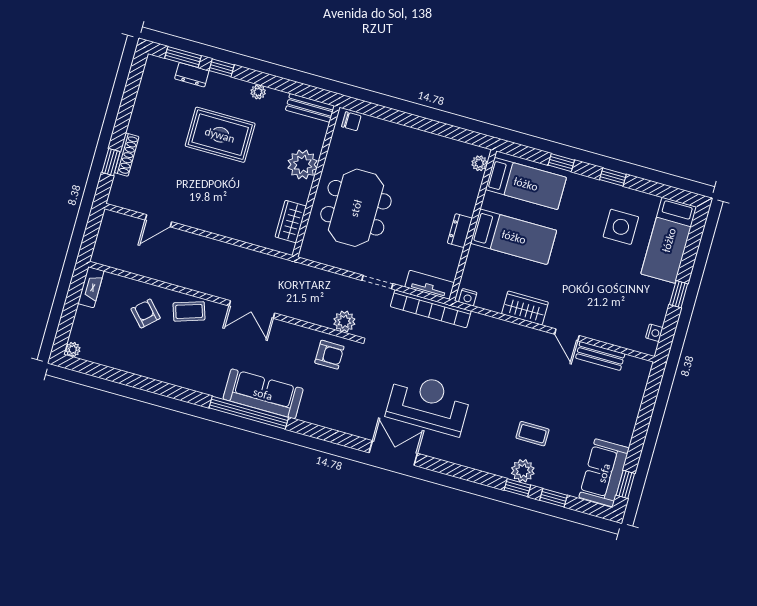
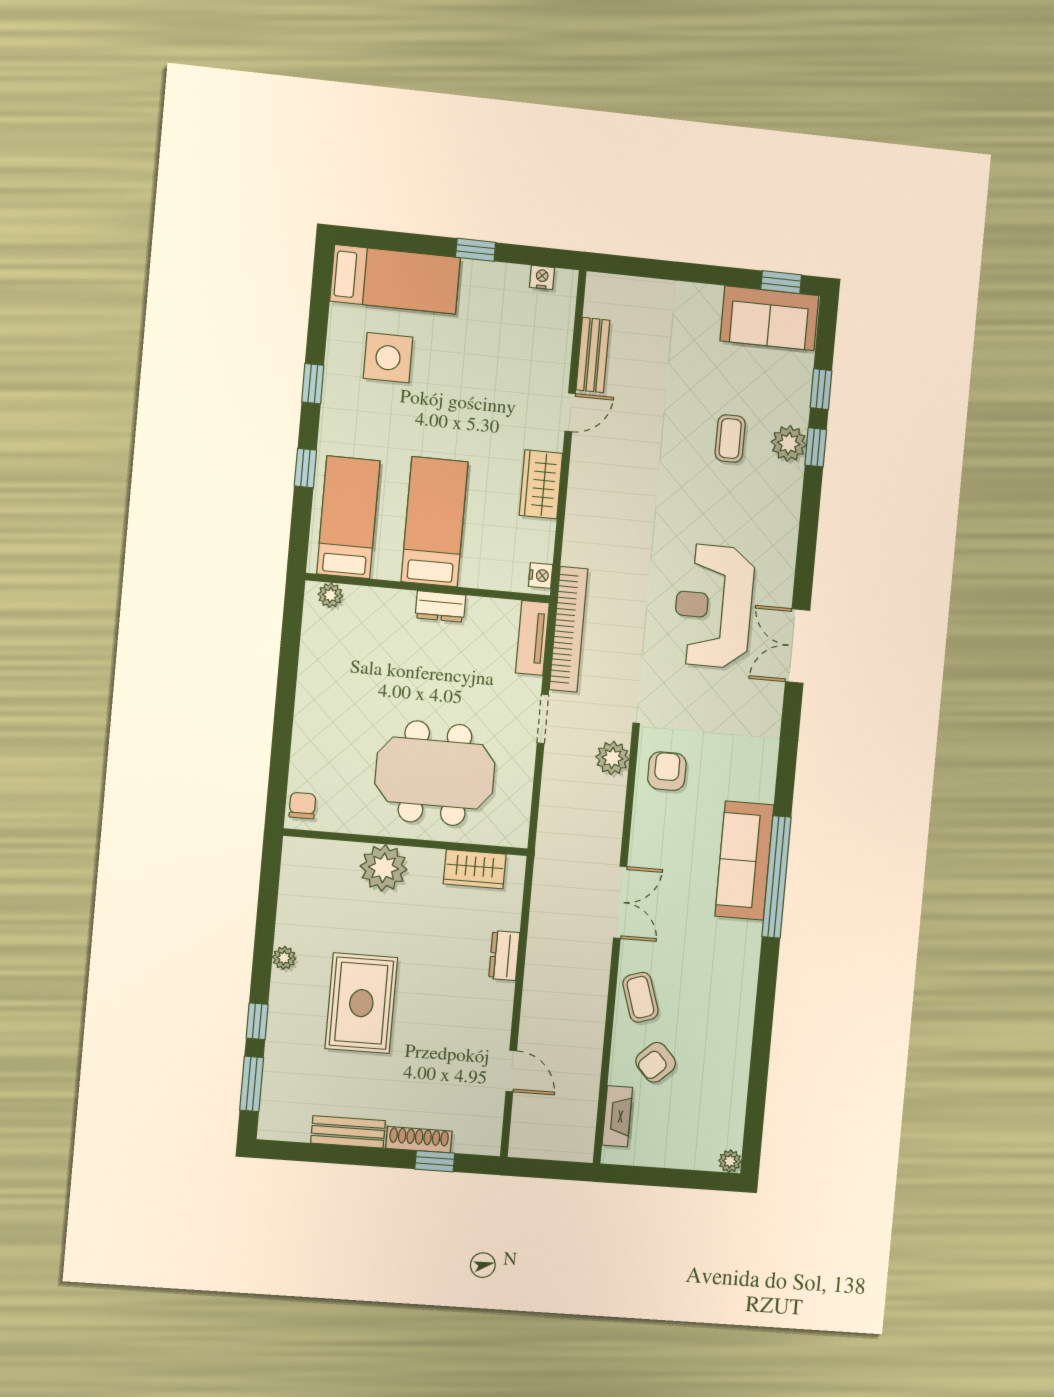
dresser: (192, 75) -> (504, 956), moved, turned 180
bench: (310, 108) -> (348, 1132), moved, turned 90
fireplace: (91, 287) -> (617, 1116), moved, turned 90

